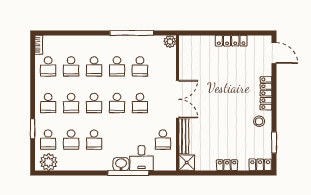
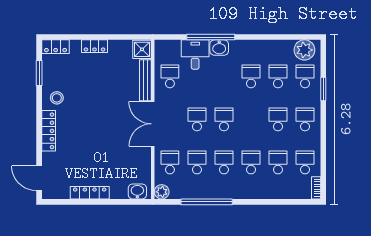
washbasin: (191, 42) -> (137, 191), added
school desk: (94, 103) -> (170, 162), moved

